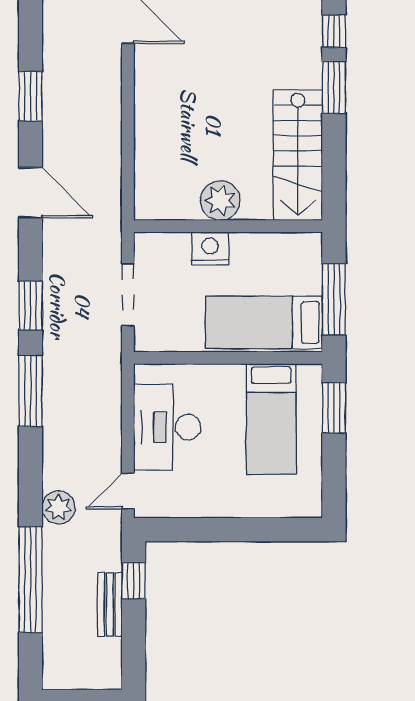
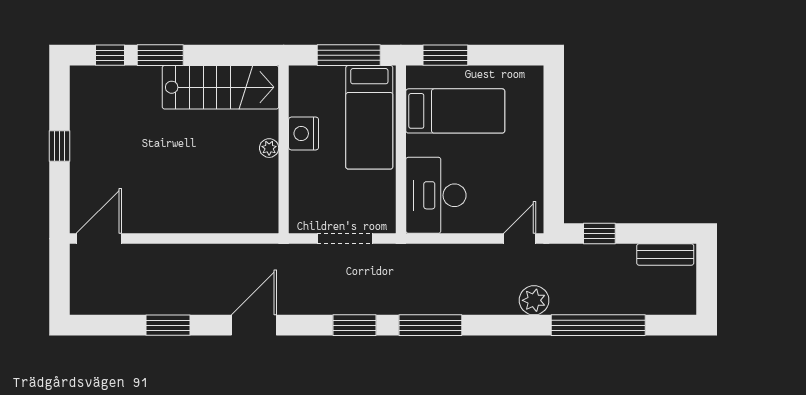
plant: (220, 200) -> (269, 148), width x0.53, depth x0.53
nightstand: (210, 249) -> (304, 134), moved
desk: (167, 427) -> (436, 195), moved, turned 90
door: (128, 491) -> (520, 239), swing flipped
bench: (110, 605) -> (665, 255), moved

